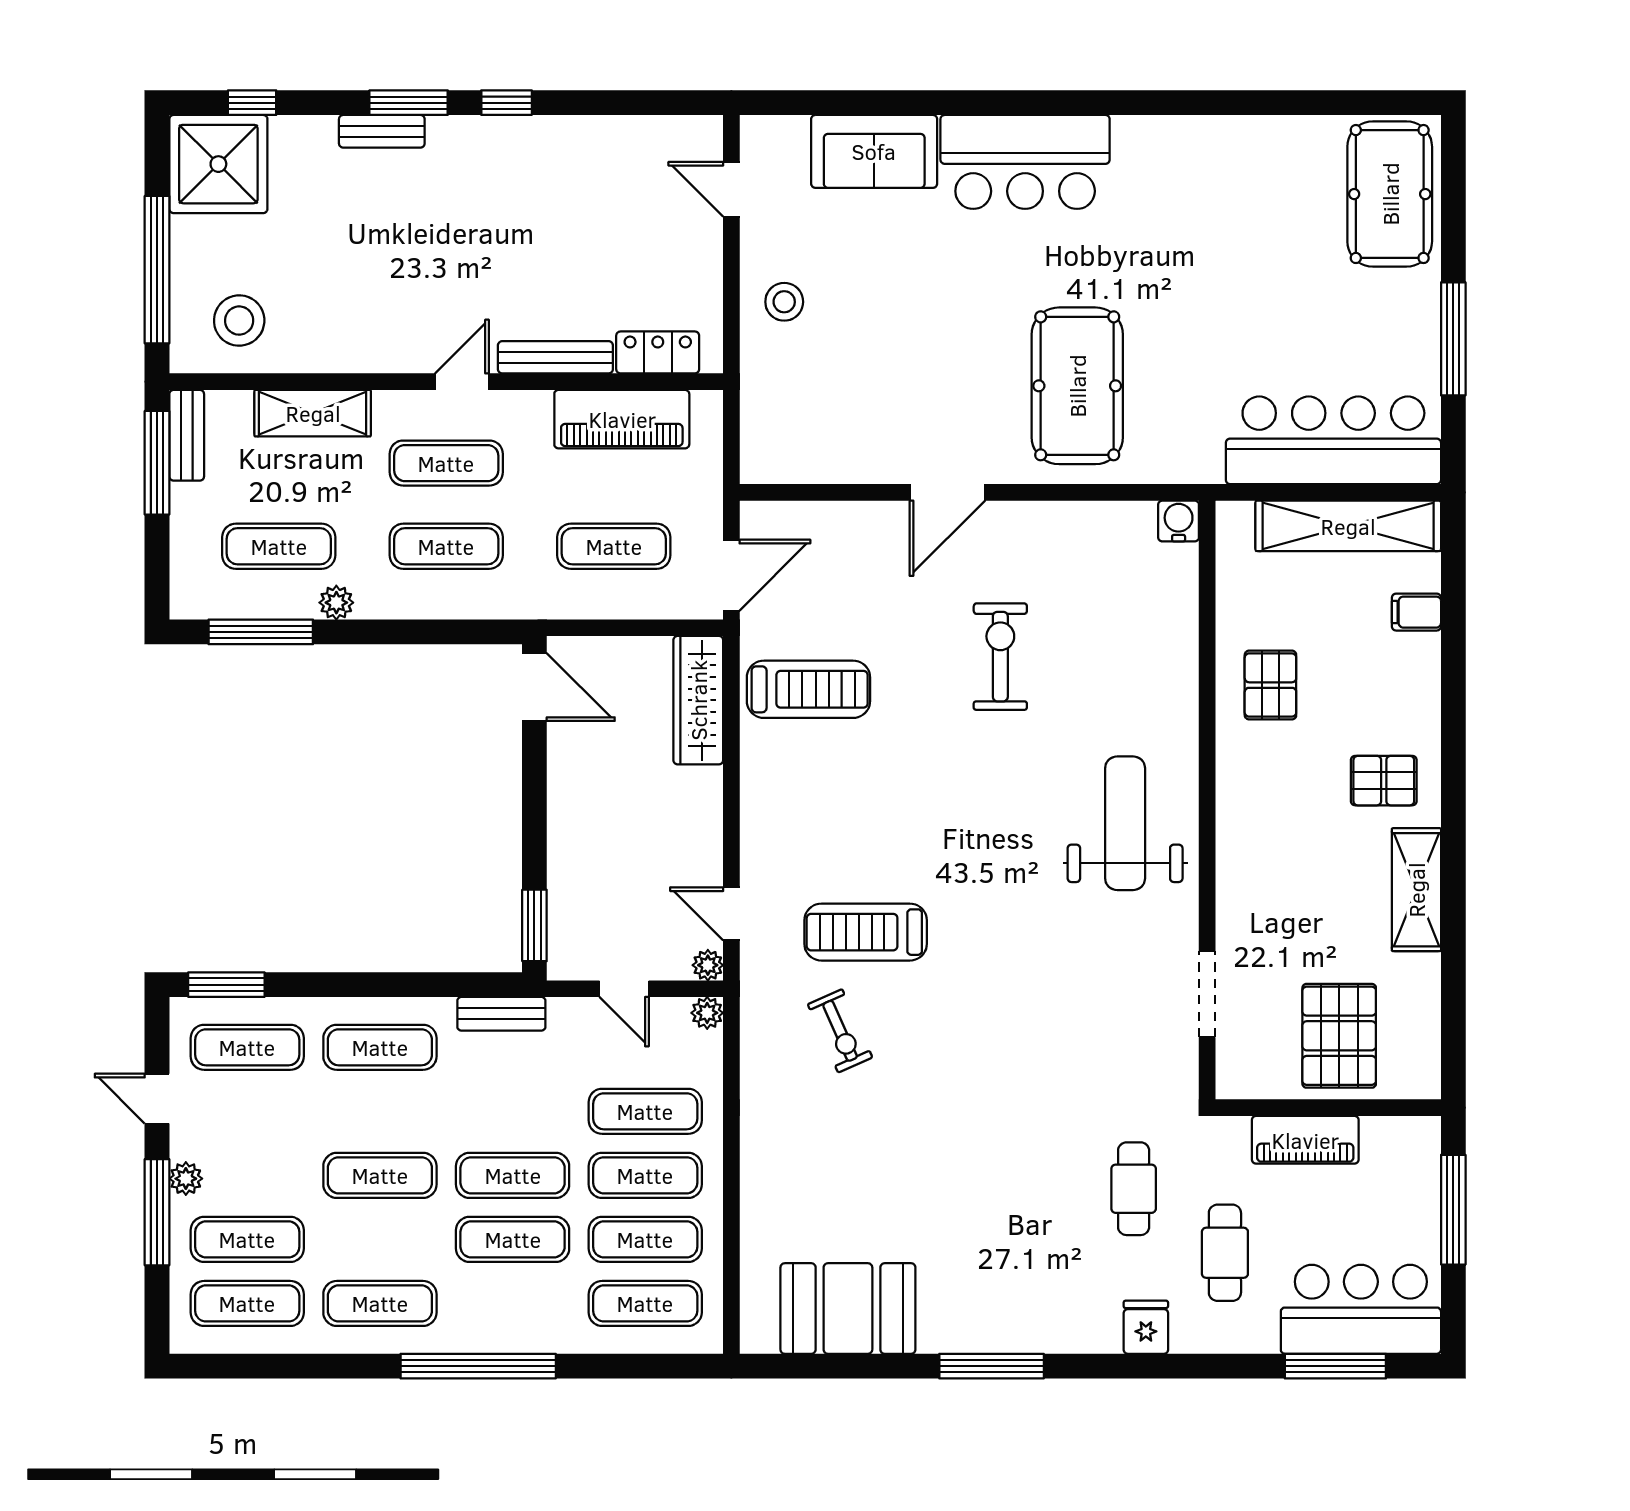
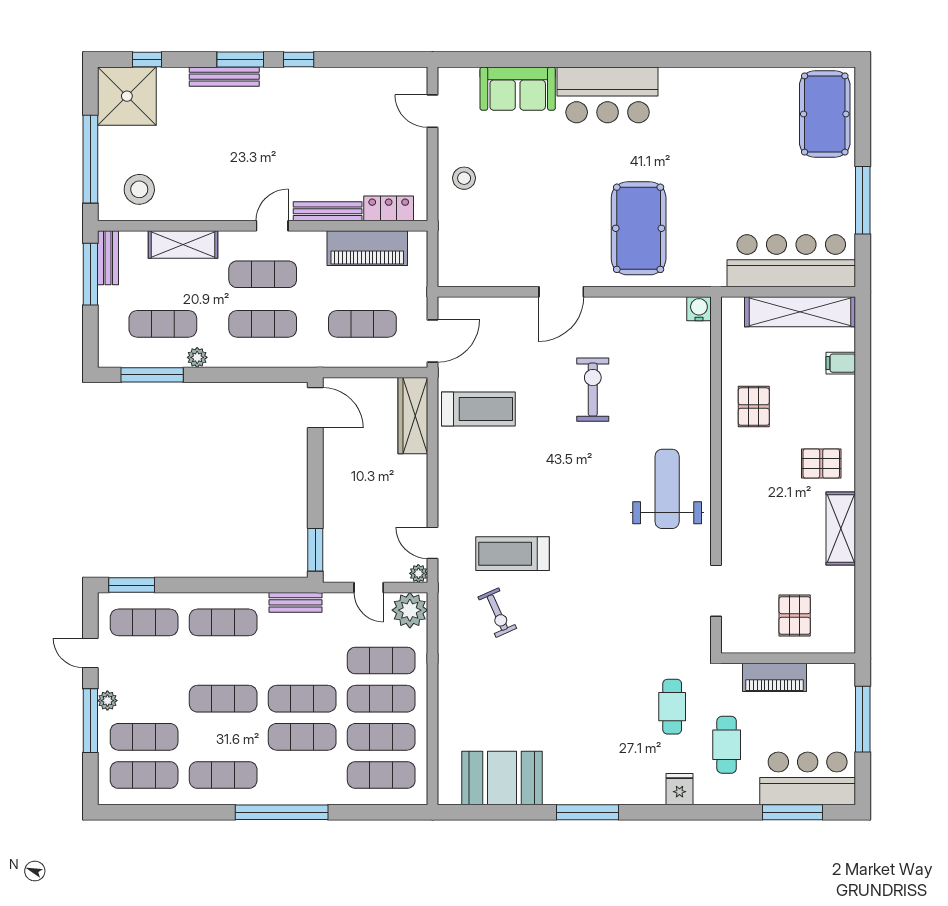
bench: (382, 131) -> (224, 77), width x1.36
plant: (707, 1013) -> (410, 610), width x1.88, depth x1.88
pallet: (1339, 1036) -> (795, 616), width x0.67, depth x0.71

